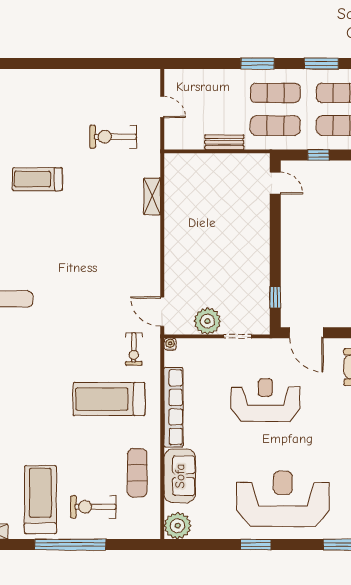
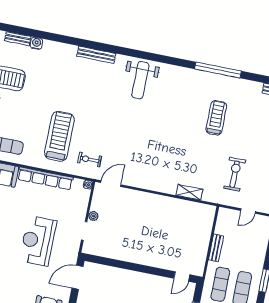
window: (275, 297) -> (105, 261), removed
plant: (207, 321) -> (93, 216), width x0.53, depth x0.53
reception desk: (265, 400) -> (38, 241), turned 180

